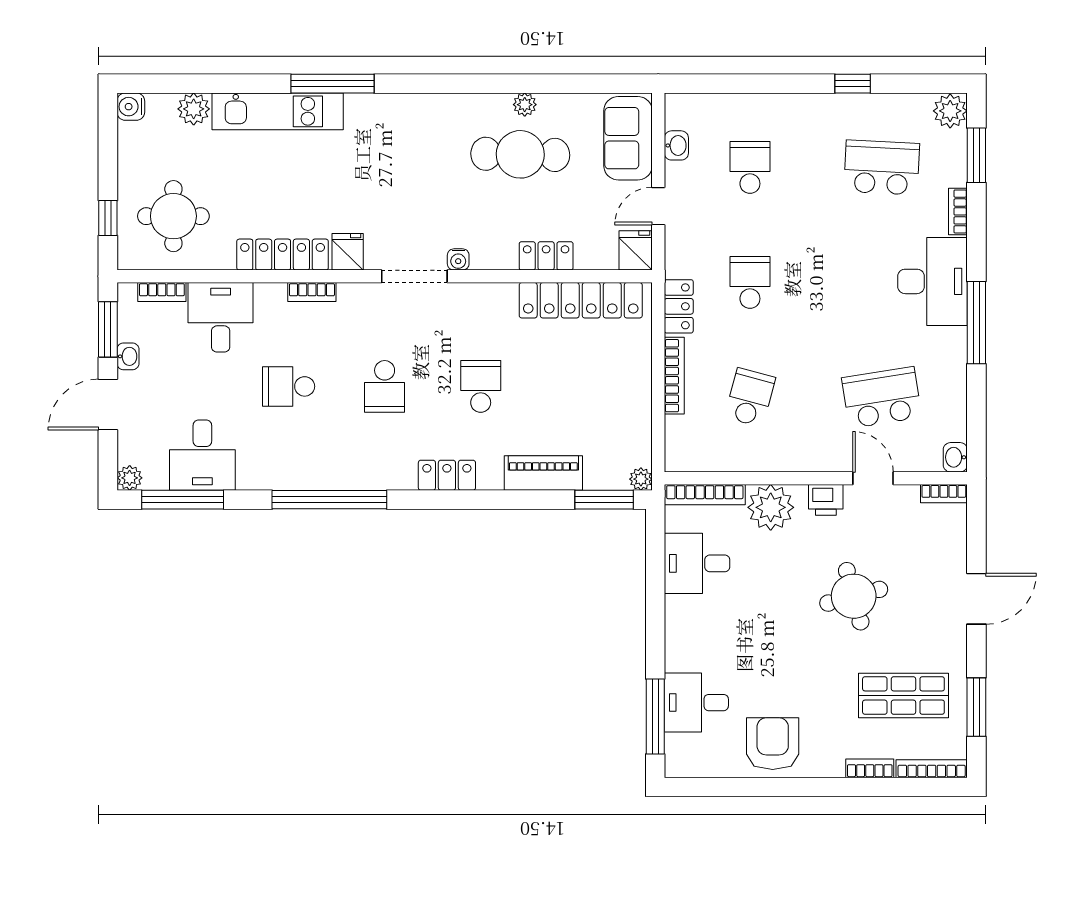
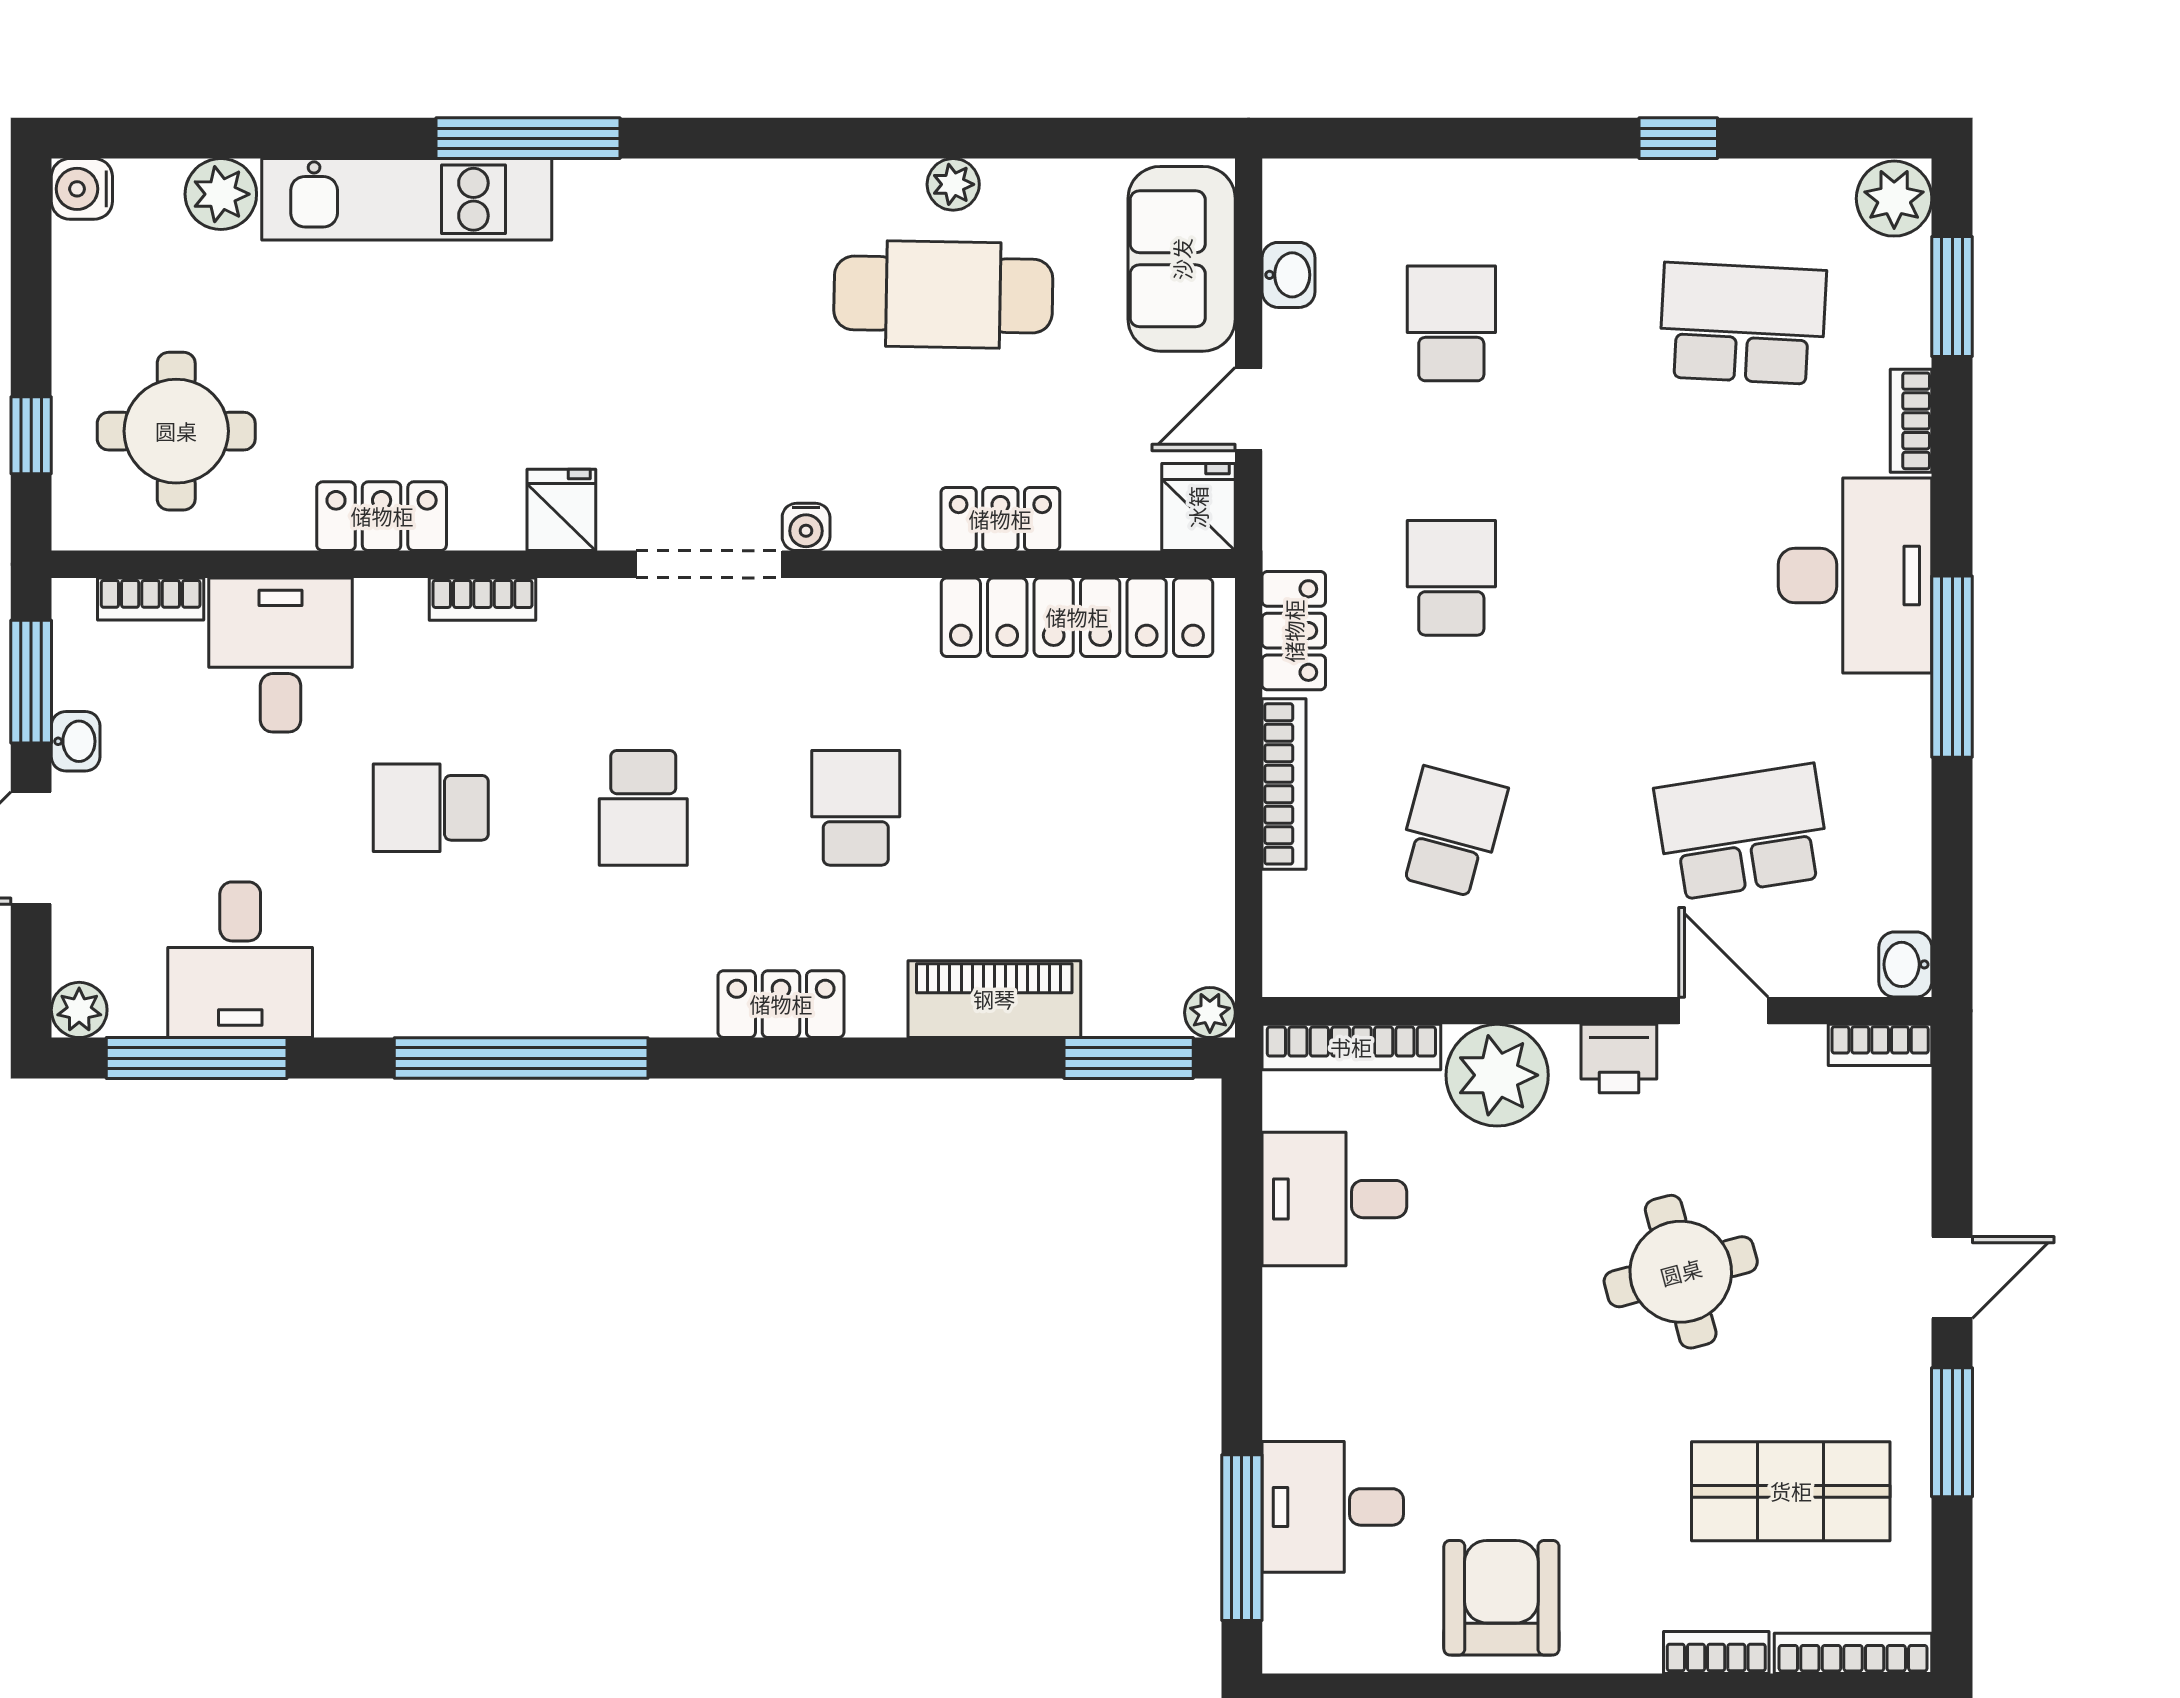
locker: (283, 255) -> (382, 516), width x0.66
door: (976, 599) -> (1952, 1277), width x0.73
window: (976, 707) -> (1952, 1432), moved

